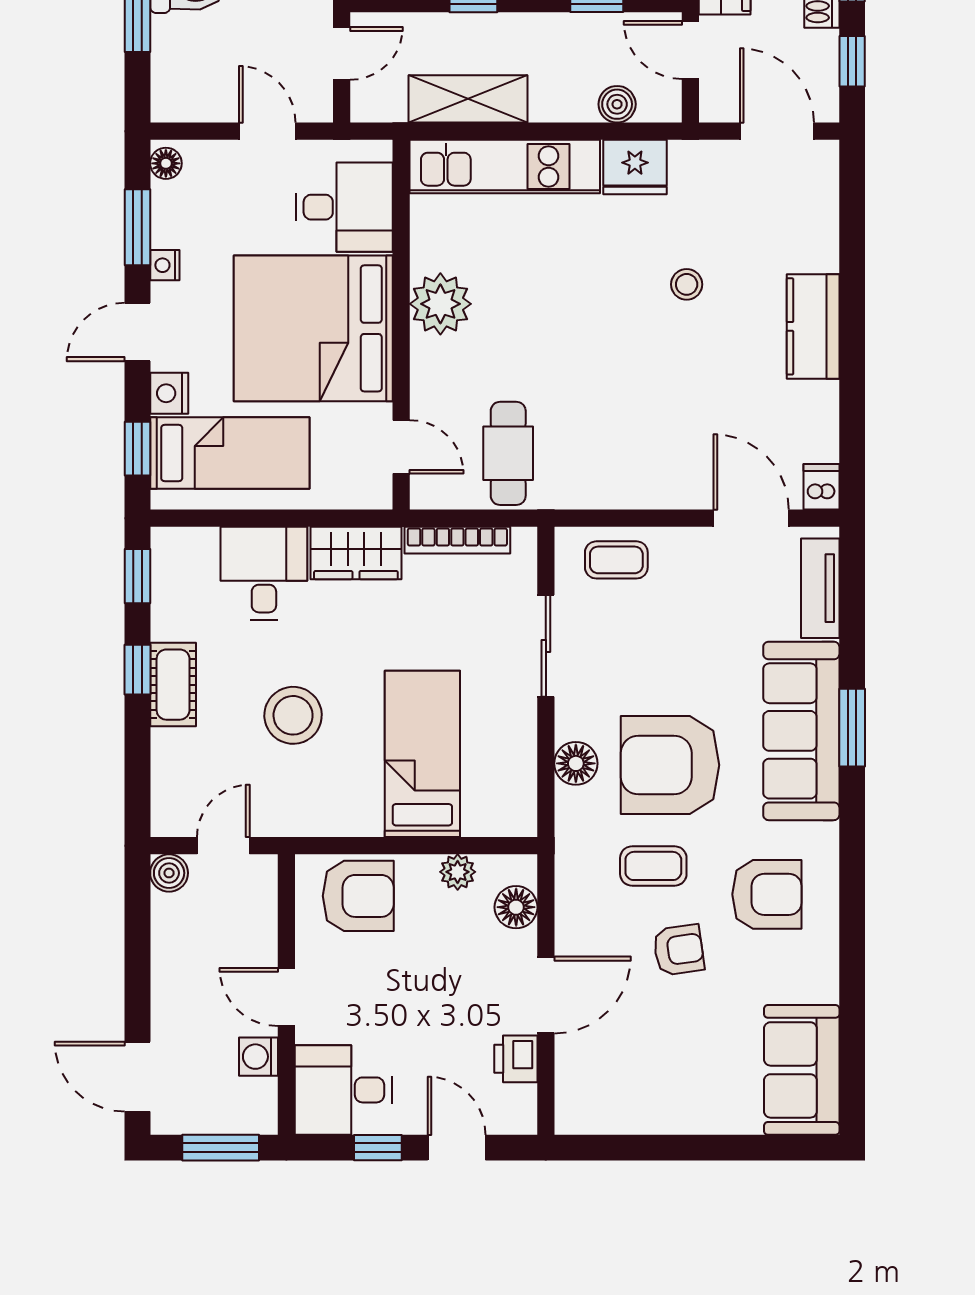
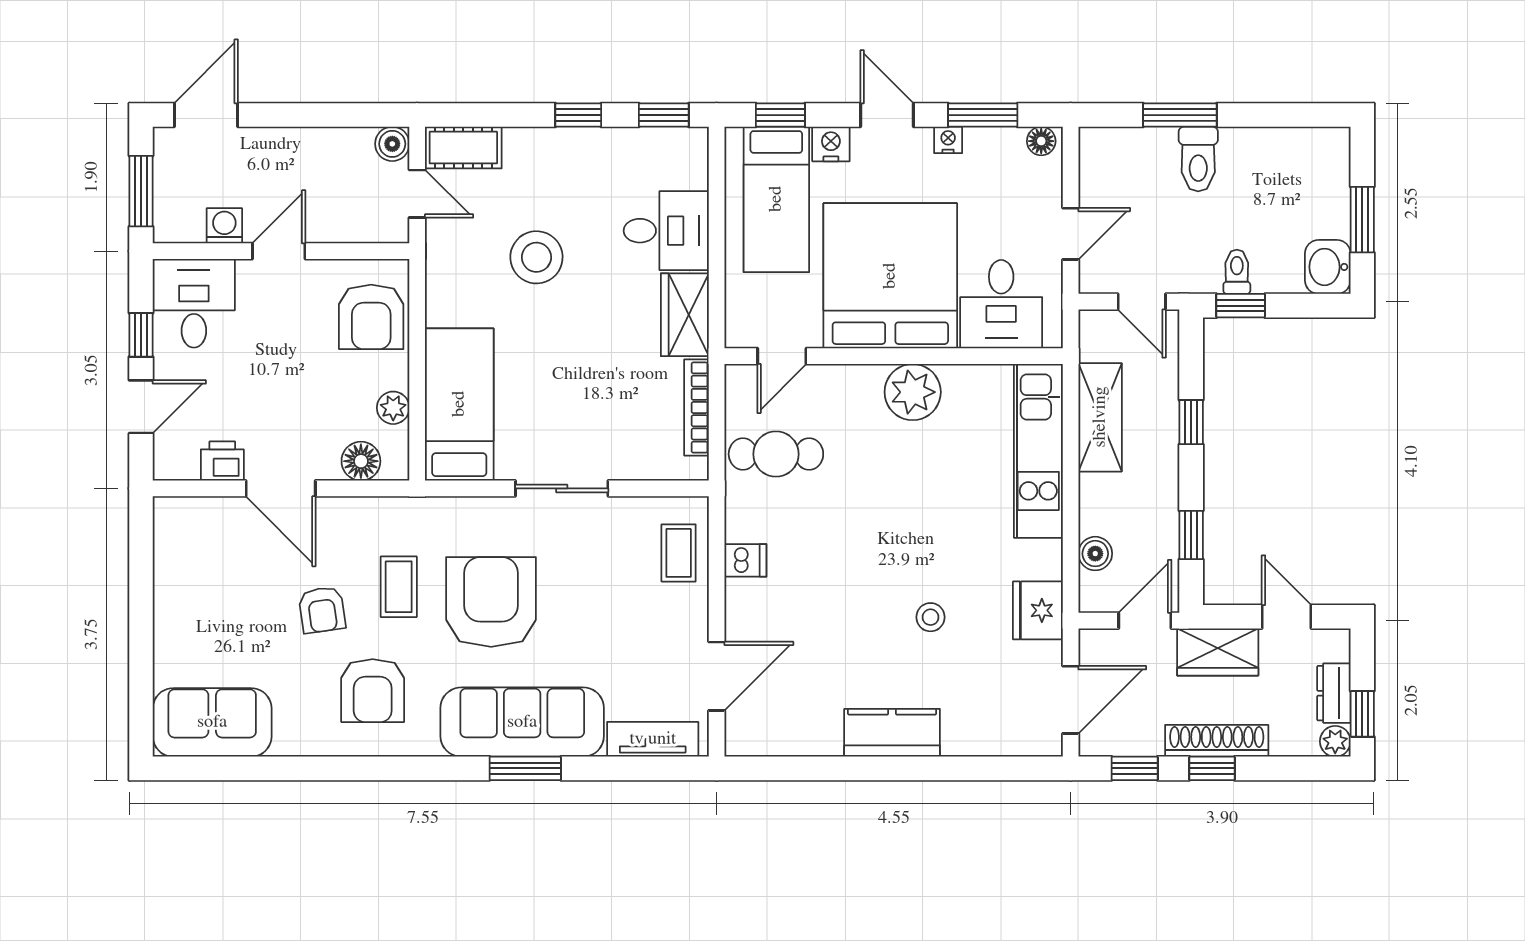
fridge: (635, 167) -> (1038, 610), moved
dishwasher: (821, 487) -> (745, 560), moved
sliding door: (546, 646) -> (562, 488), moved
cot: (173, 685) -> (463, 148), moved
bed: (422, 754) -> (459, 404), moved, turned -90
floor lamp: (576, 763) -> (492, 516), removed

